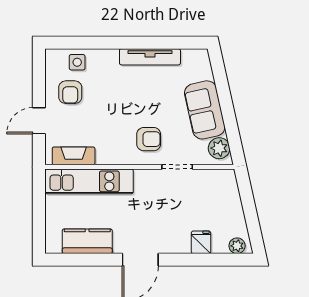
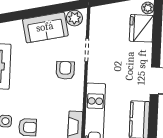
fridge: (201, 242) -> (141, 28), width x1.88, depth x1.34

